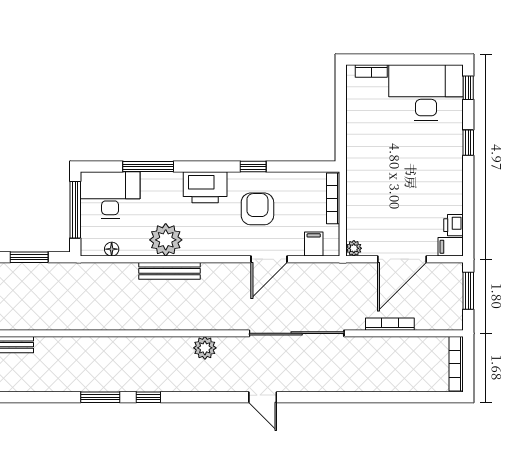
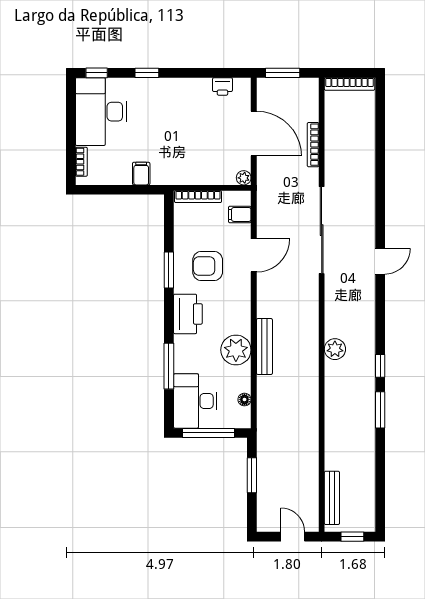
window: (253, 167) -> (169, 270), width x1.50
filing cabinet: (451, 247) -> (141, 174), moved, turned 180
door: (269, 259) -> (254, 255), hinge flipped
plant: (205, 348) -> (335, 349), moved

